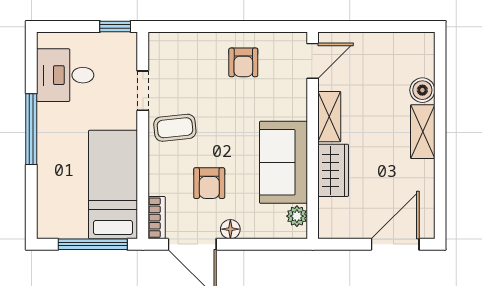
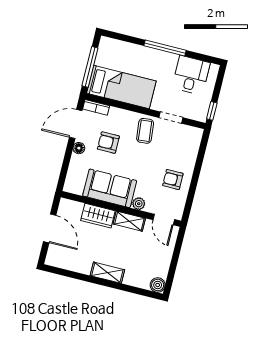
boiler: (422, 90) -> (158, 285), moved
plant: (297, 216) -> (139, 204), moved
door: (395, 244) -> (50, 228), moved

